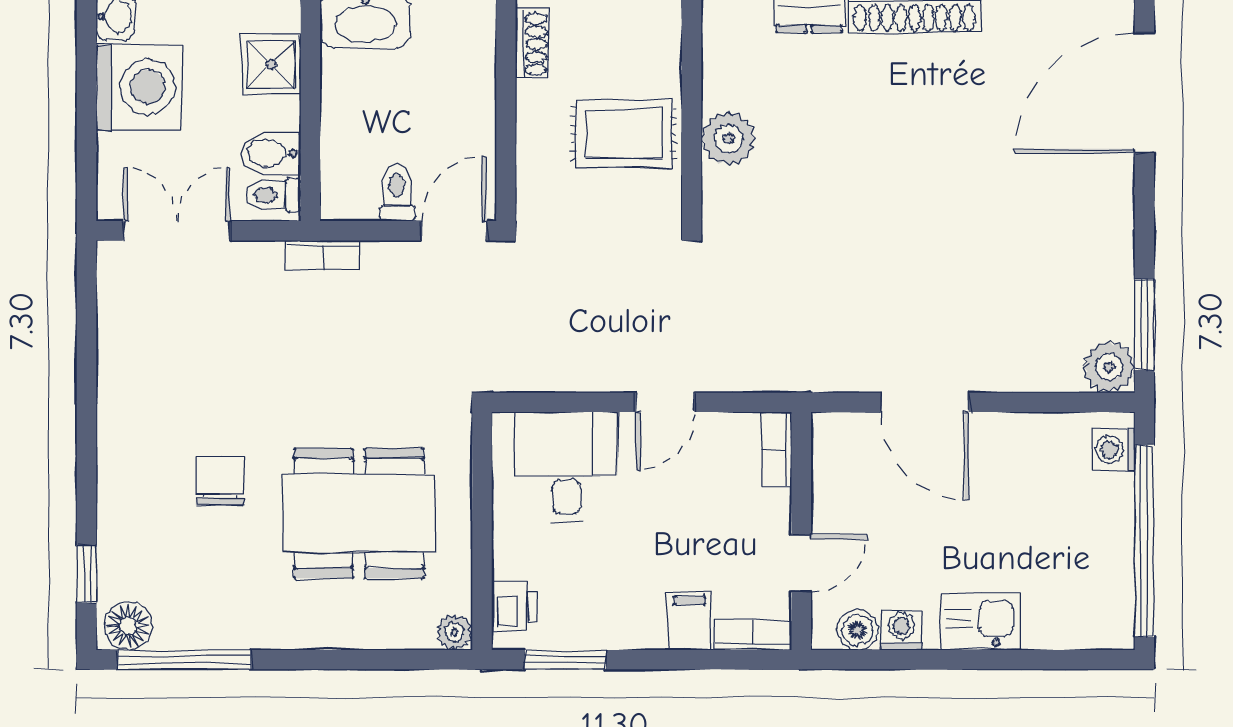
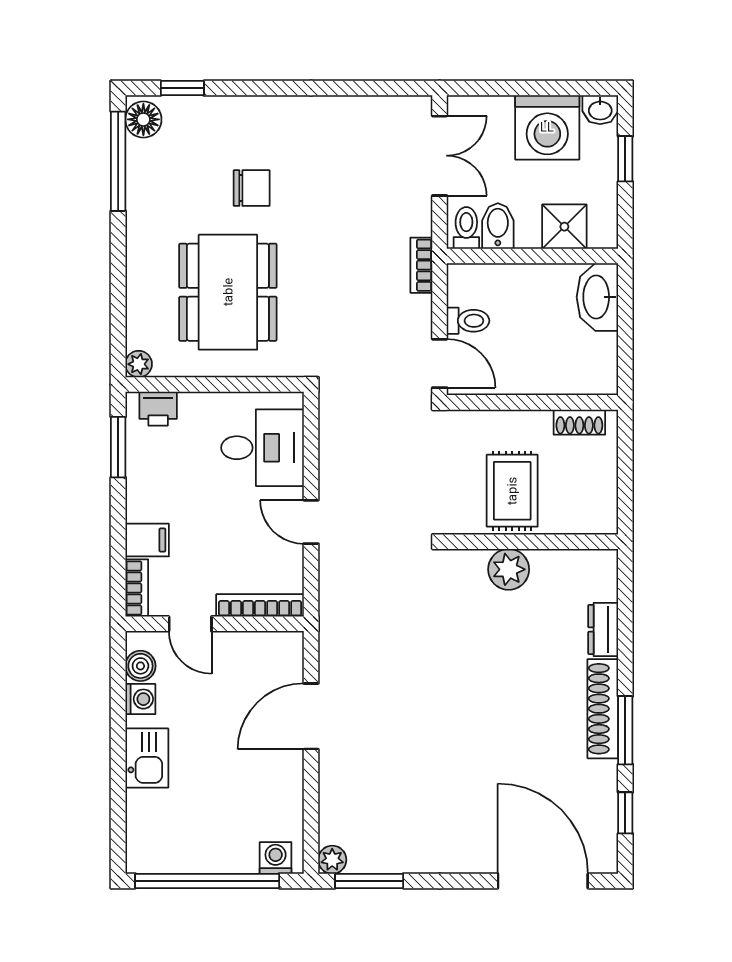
plant: (1109, 367) -> (332, 860), width x0.73, depth x0.73
bookcase: (777, 449) -> (260, 605), width x1.56

